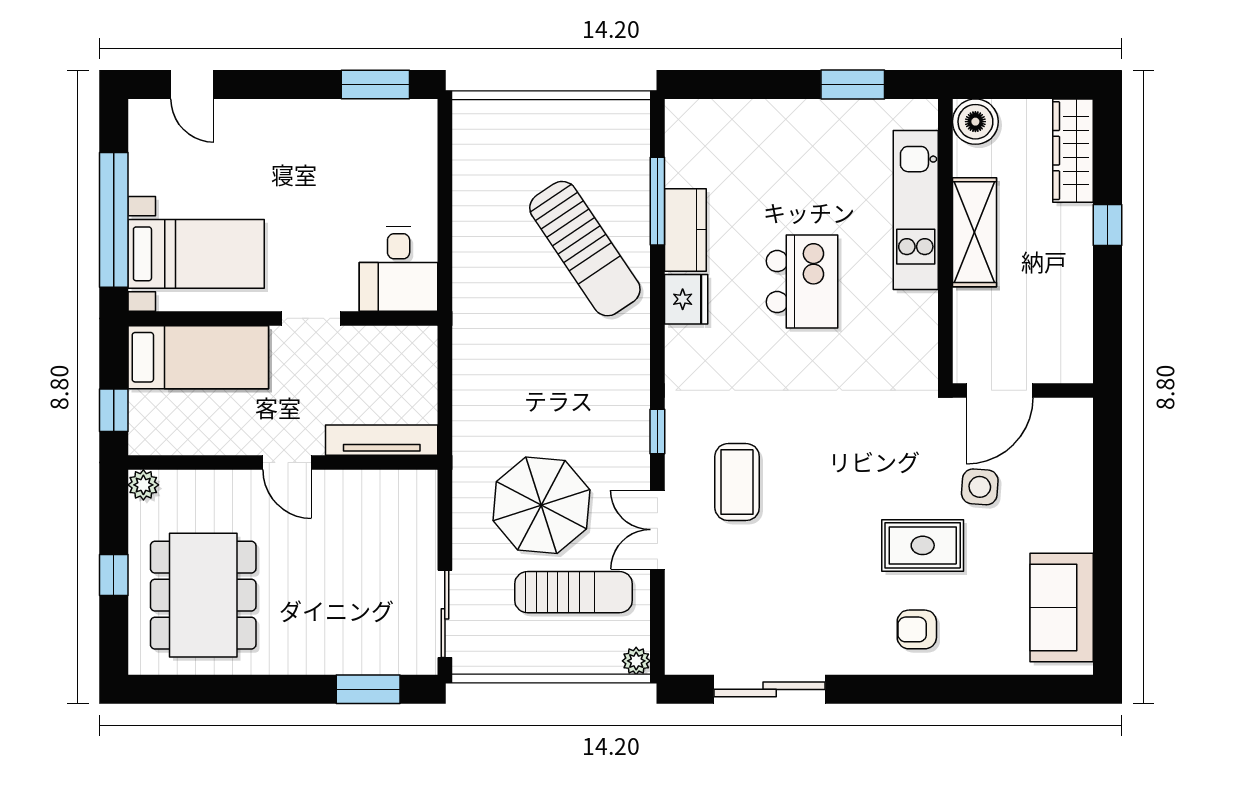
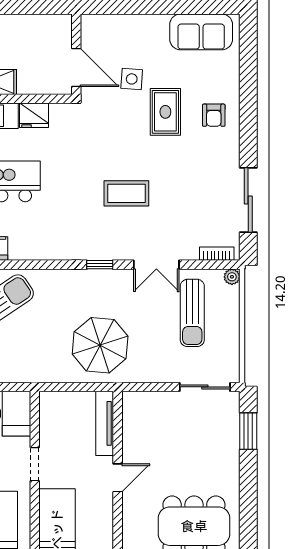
fridge: (686, 299) -> (34, 115), moved, turned 180
coffee table: (737, 482) -> (126, 193), moved
parasol: (541, 505) -> (100, 345), moved
sun lounger: (574, 592) -> (192, 313), turned 180
bookcase: (676, 635) -> (217, 254), added

